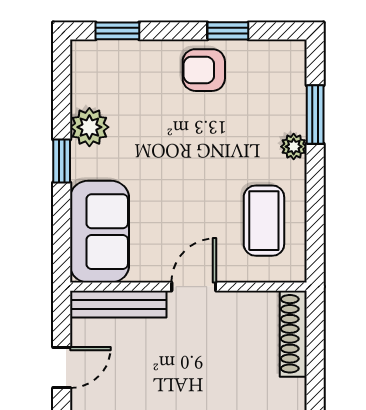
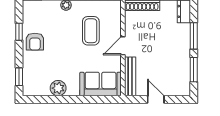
window: (62, 161) -> (72, 99), removed
coffee table: (264, 221) -> (91, 31), moved, turned 90
door: (194, 287) -> (123, 46), hinge flipped

